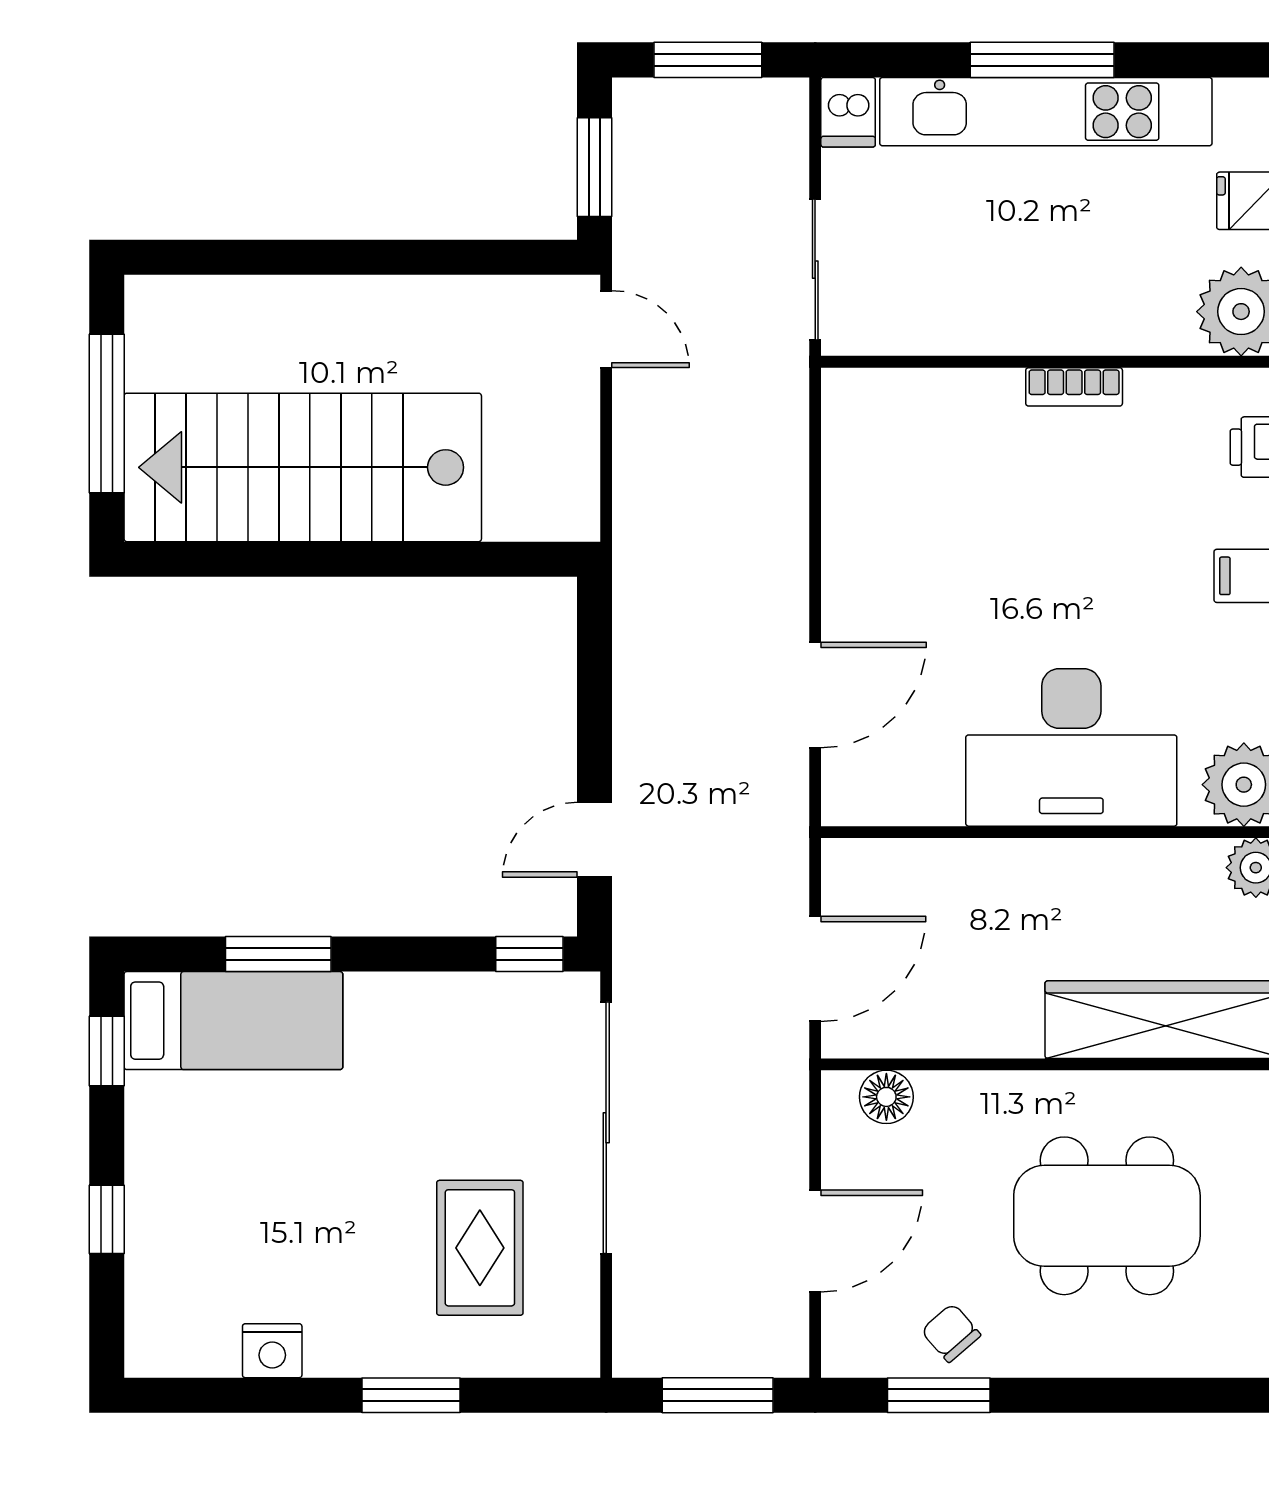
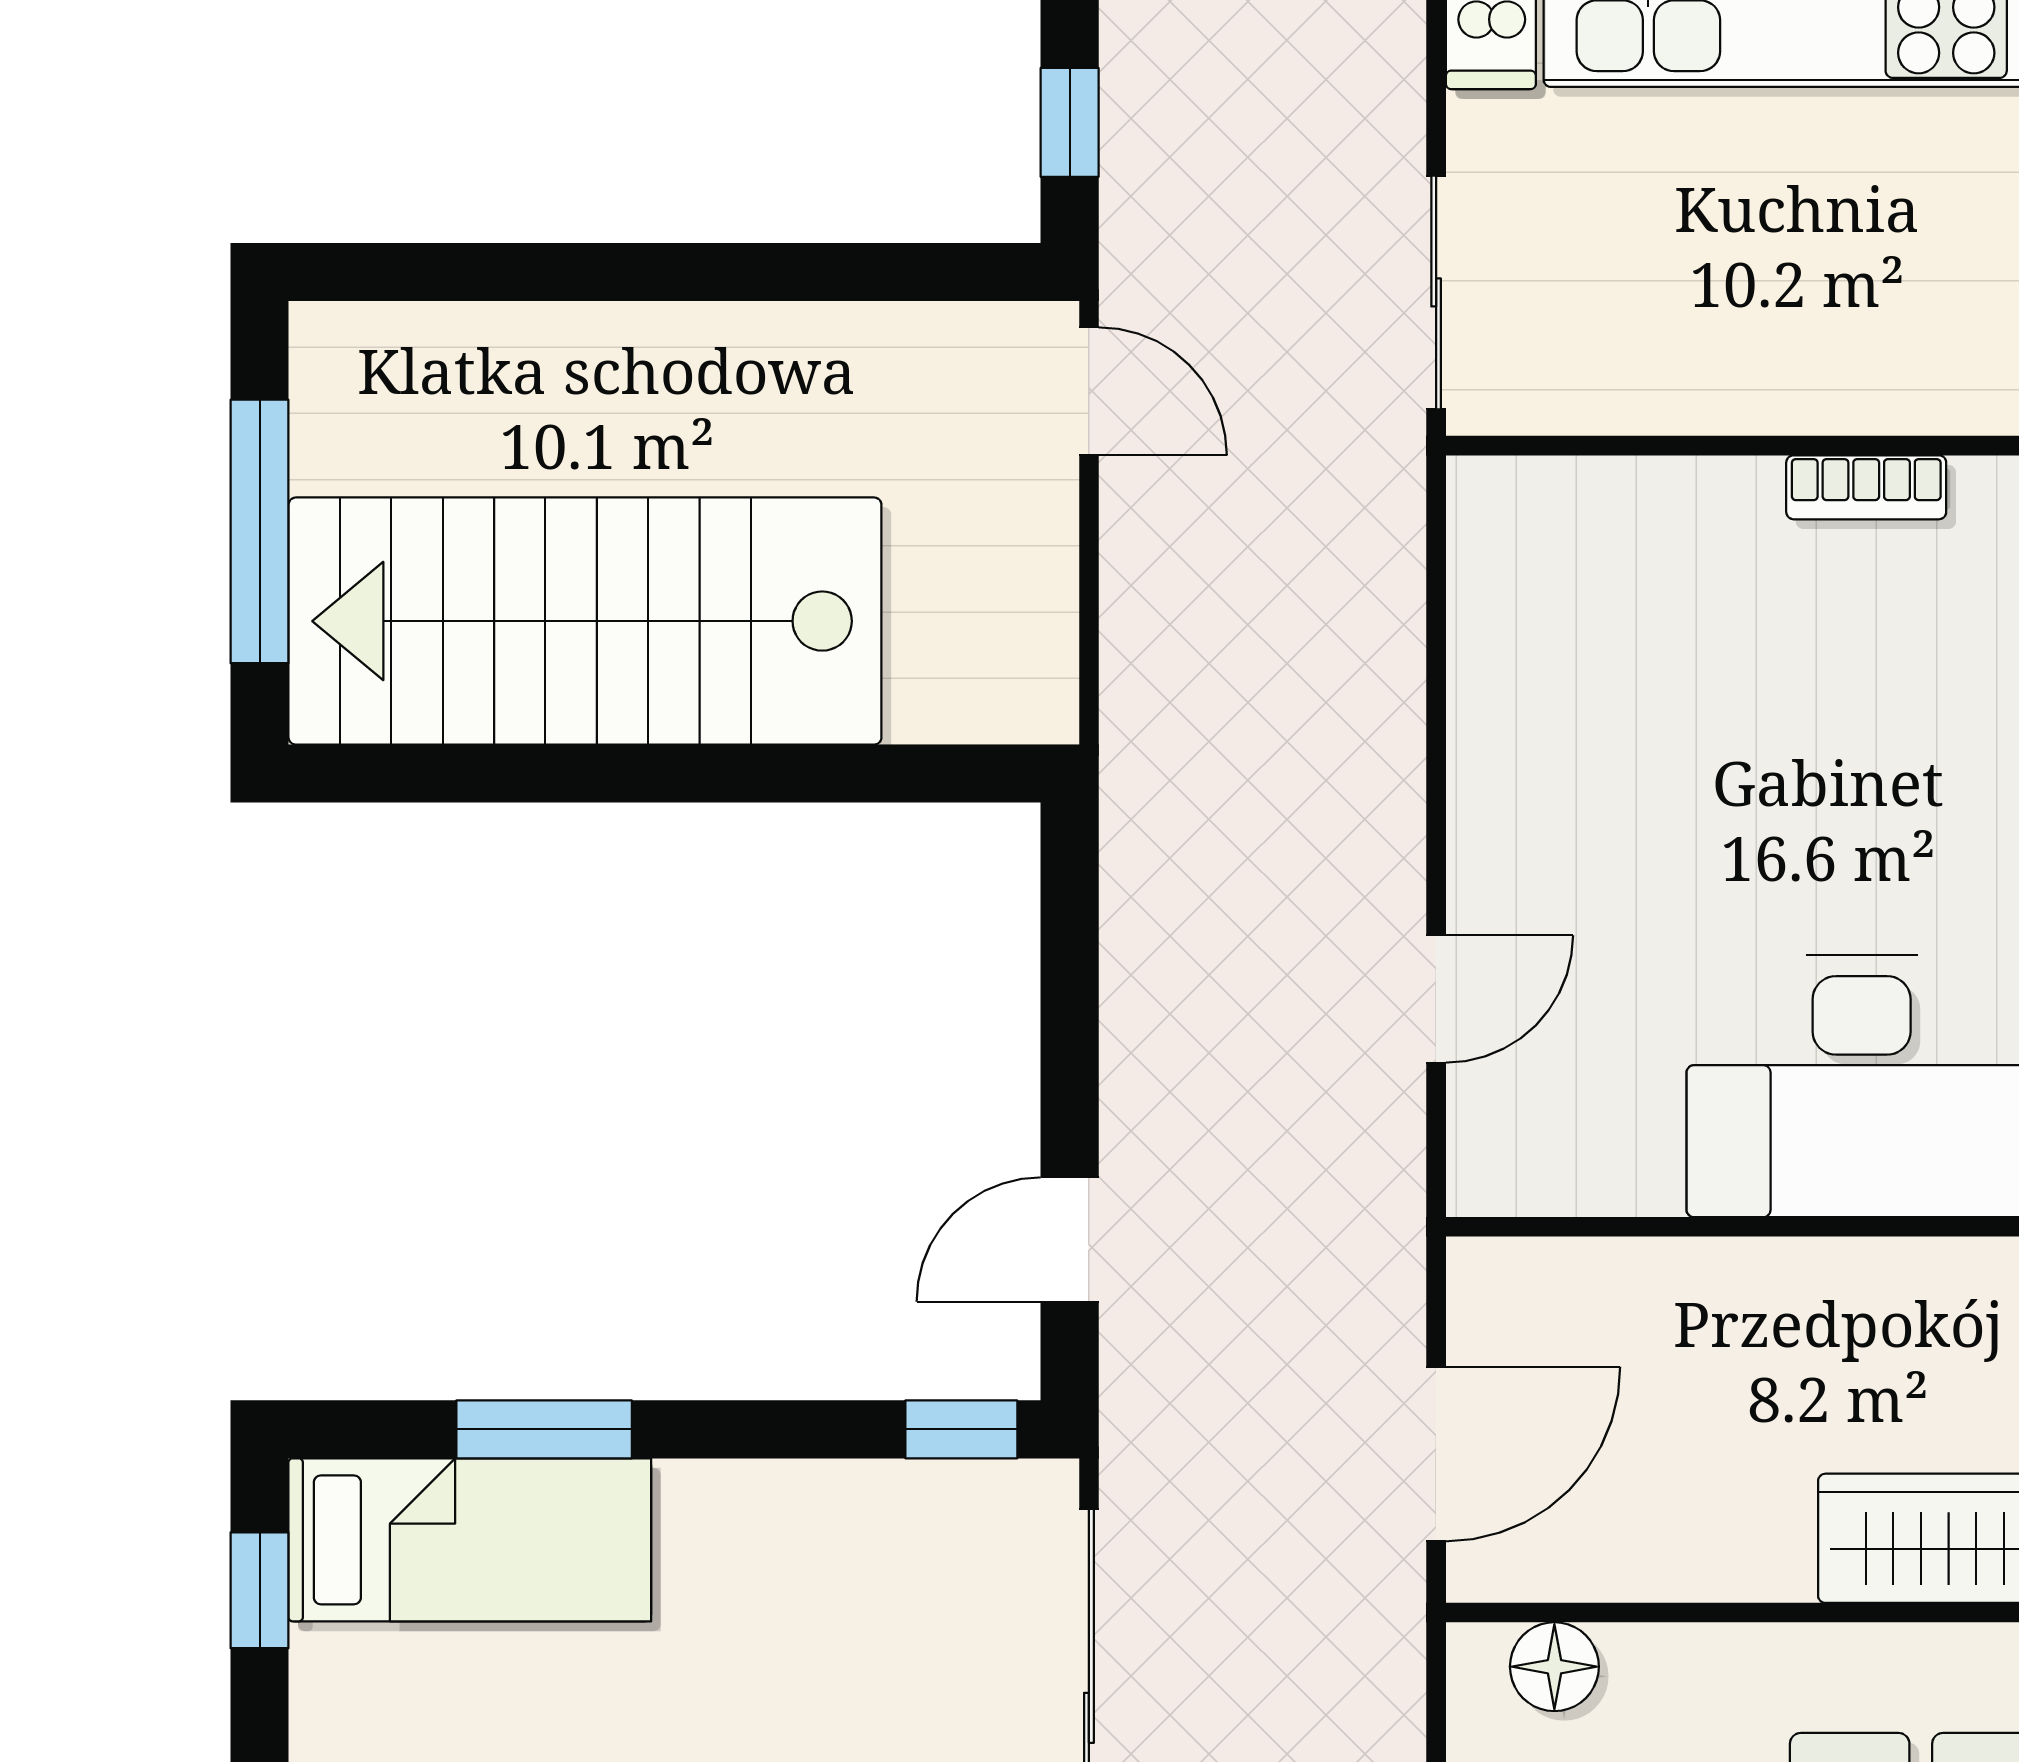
window: (595, 167) -> (1070, 122), width x0.67
door: (815, 695) -> (1436, 999), width x0.73

